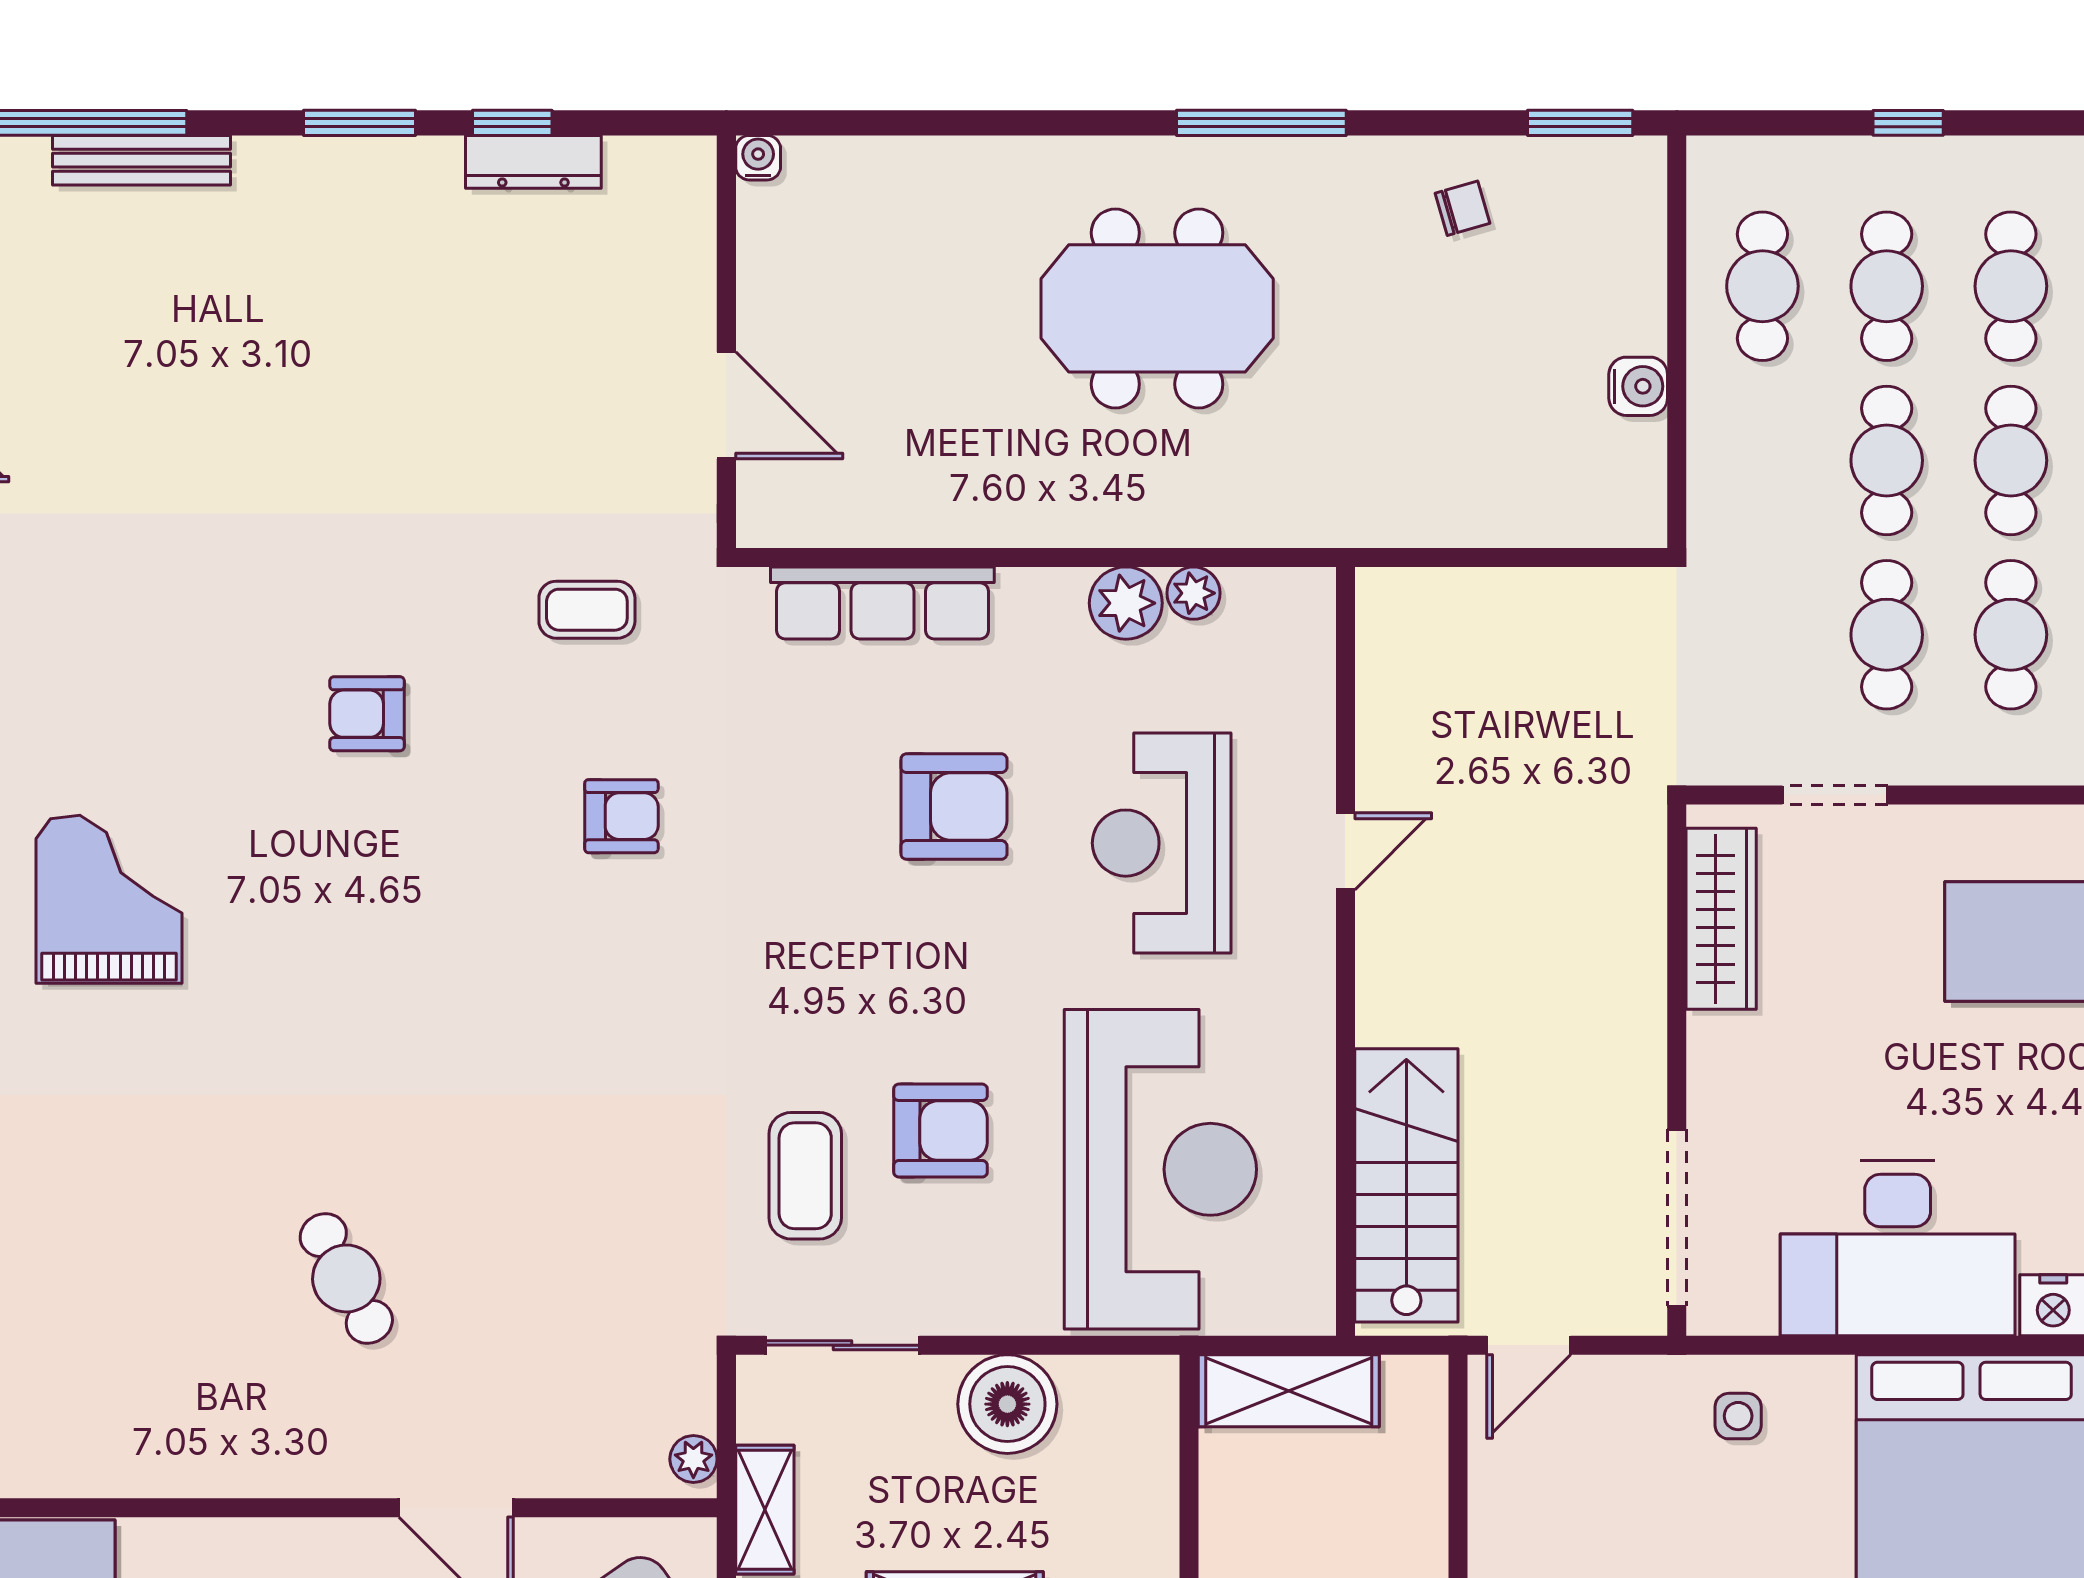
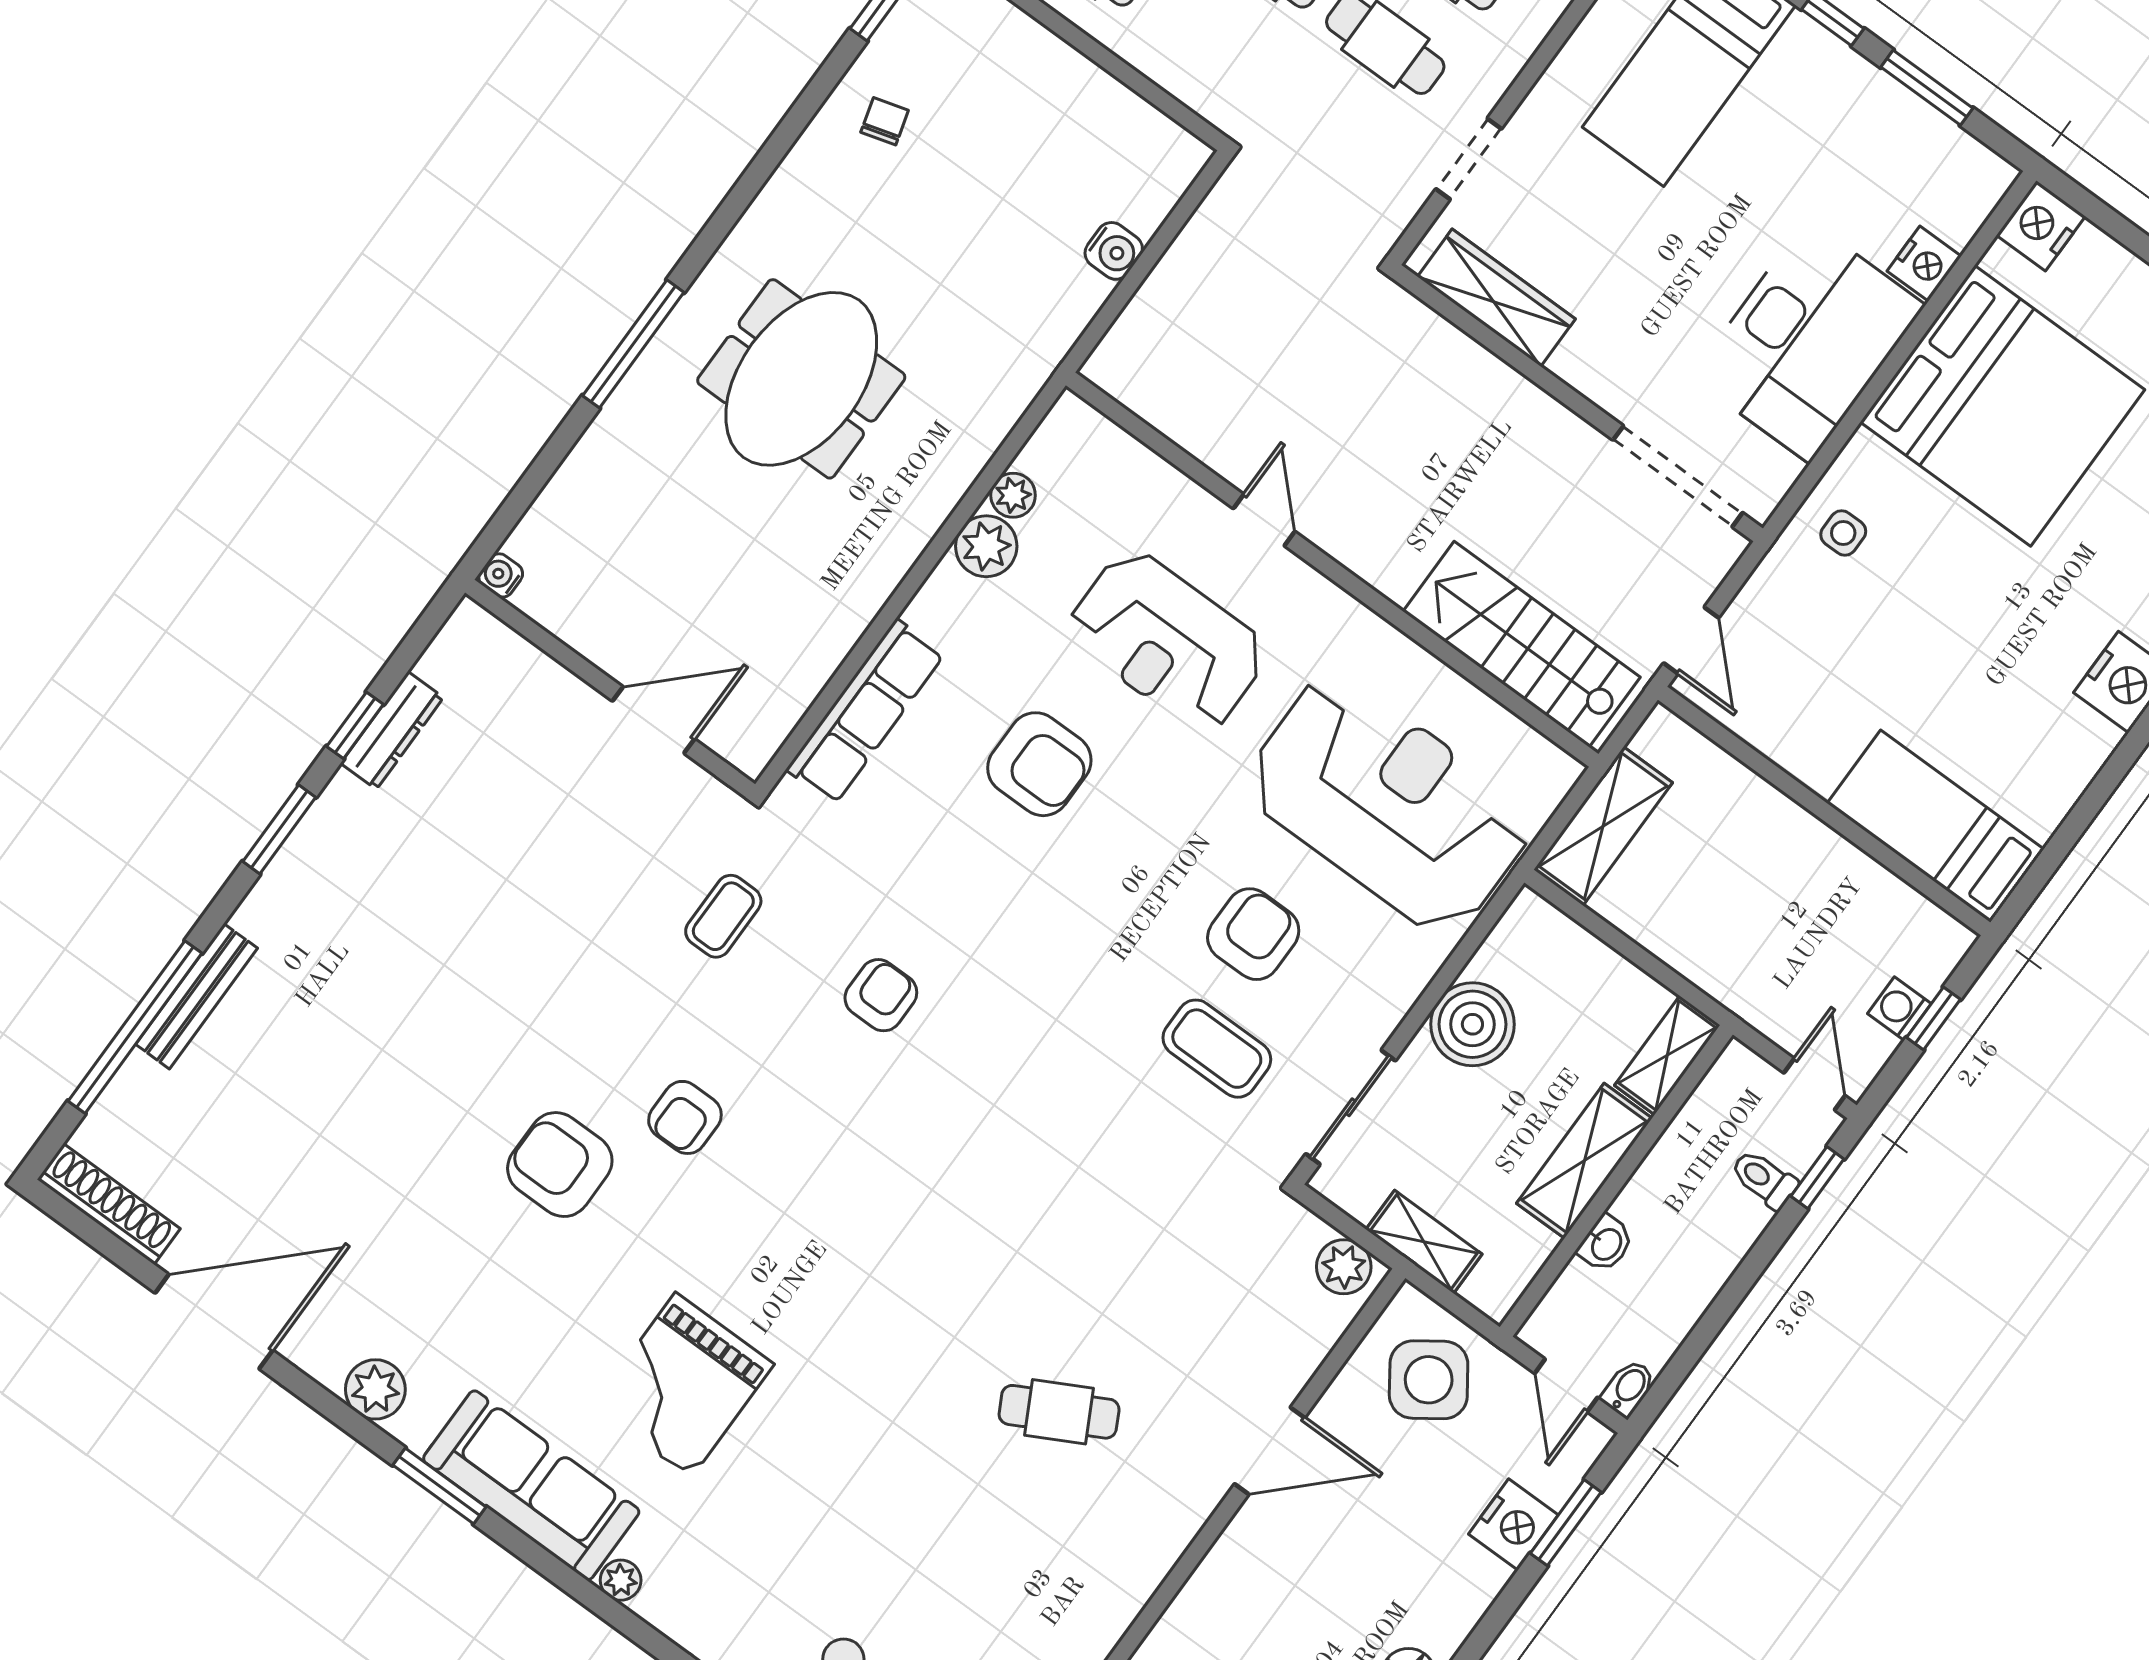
window: (1261, 123) -> (633, 344), moved
water cooler: (1638, 386) -> (1114, 251), moved, turned 90
armchair: (234, 627) -> (560, 1165), added
armchair: (954, 807) -> (1039, 764), turned 90
grand piano: (109, 899) -> (683, 1385), turned -90
plant: (693, 1459) -> (1344, 1267), width x1.38, depth x1.38

